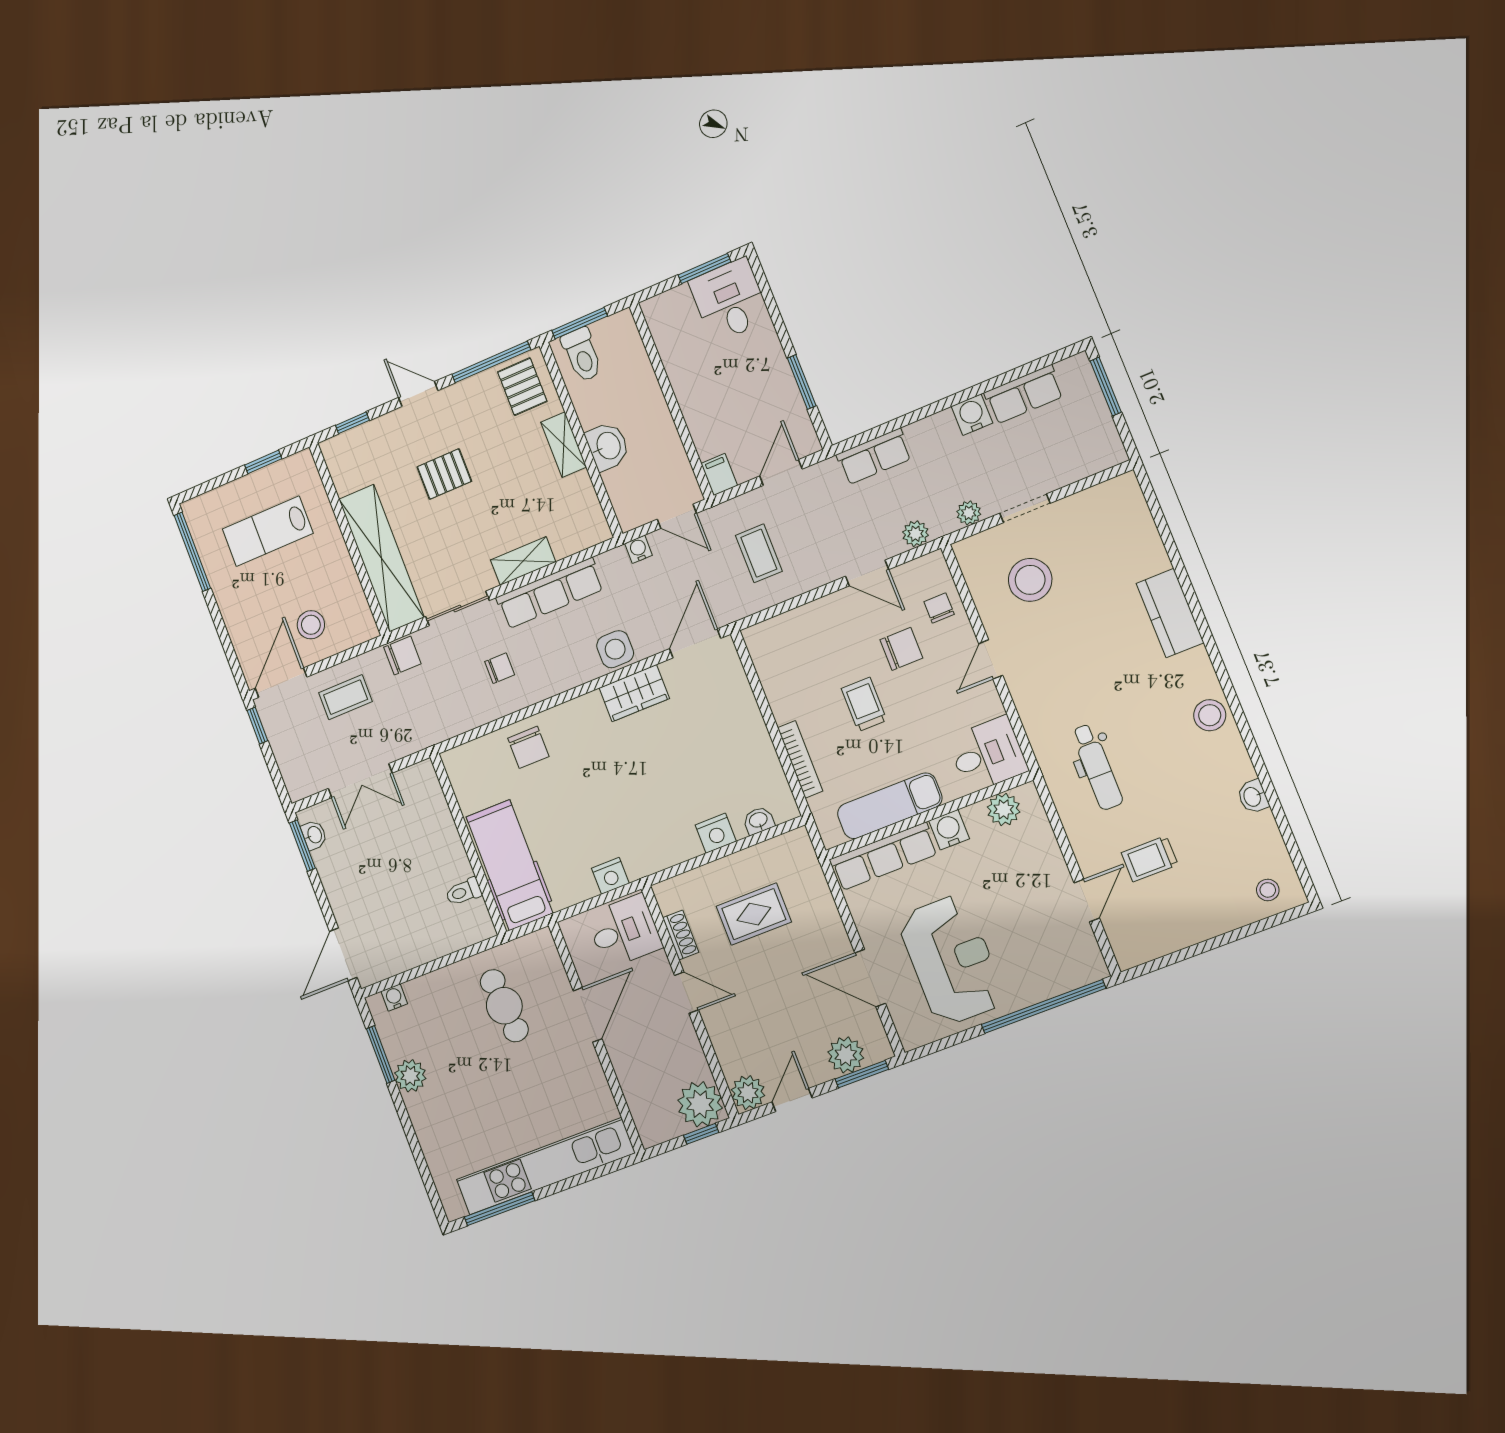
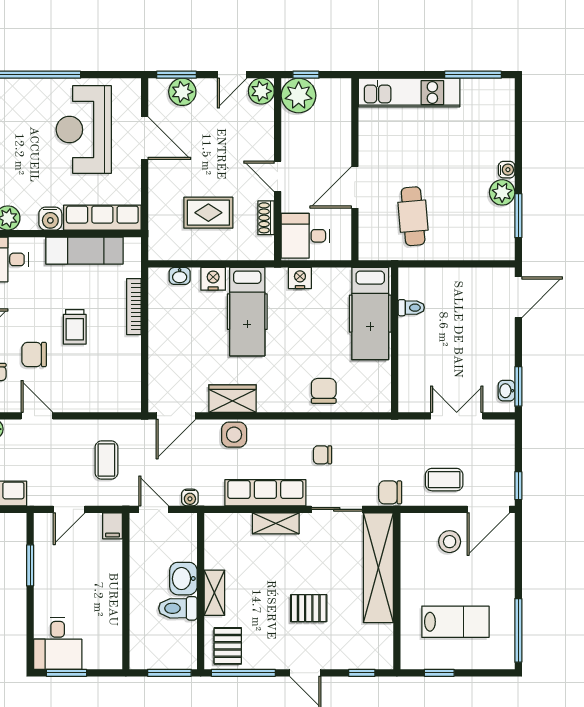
toilet: (582, 355) -> (178, 608), moved, turned -90
hospital bed: (658, 809) -> (247, 312), added
water cooler: (394, 998) -> (507, 170), moved, turned -90
kitchen unit: (545, 1166) -> (409, 93), width x0.73

